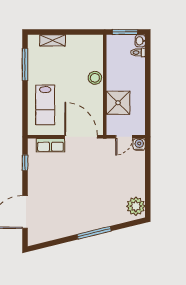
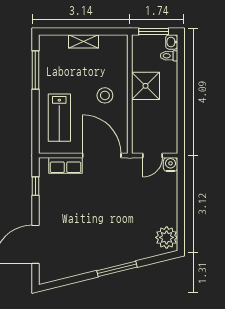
shelving: (53, 40) -> (84, 41), moved
stool: (95, 78) -> (105, 95), moved
shower: (118, 103) -> (145, 86), moved

